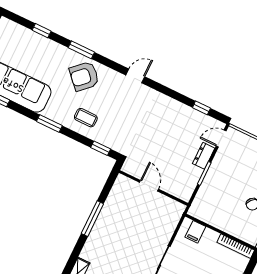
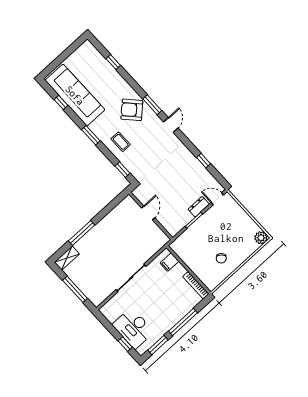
window: (81, 50) -> (152, 105), moved
door: (135, 76) -> (171, 125), hinge flipped
window: (201, 108) -> (203, 161), moved
window: (92, 219) -> (82, 233), moved

